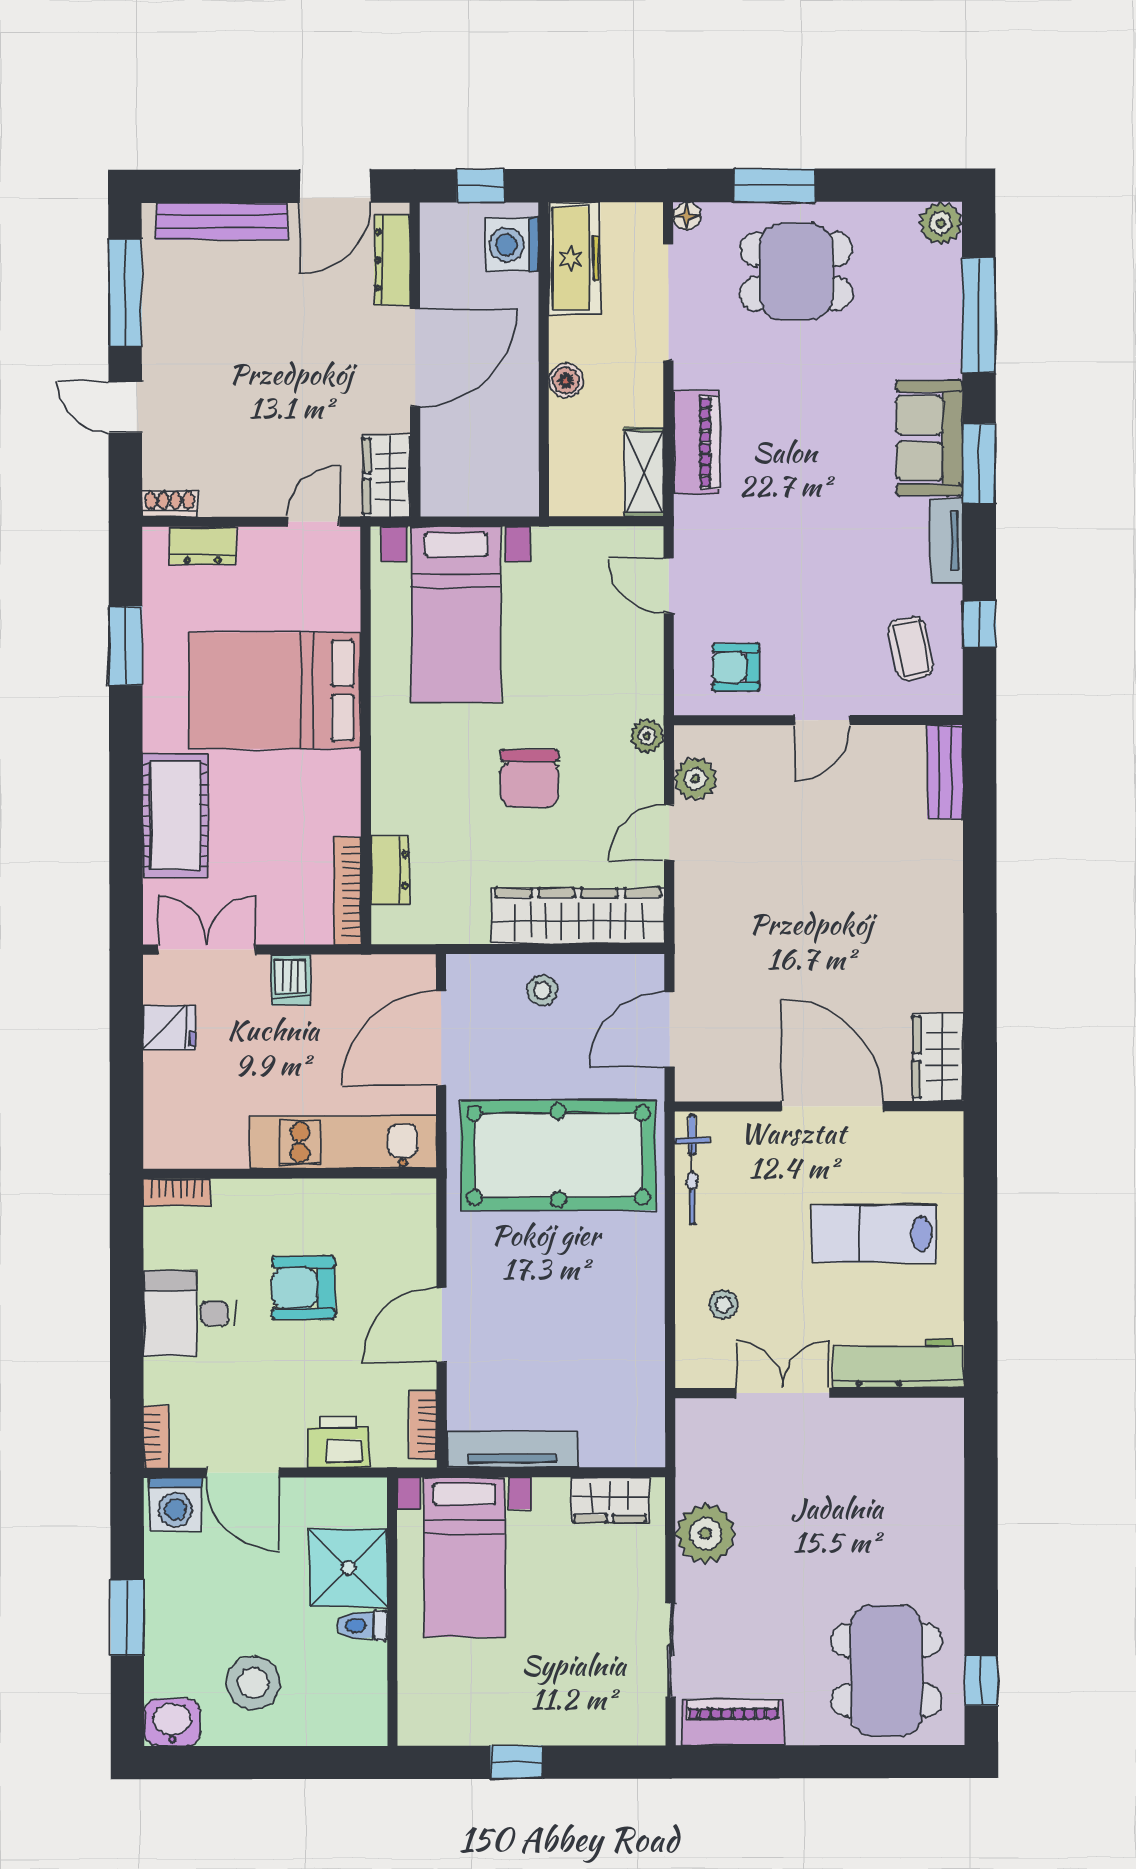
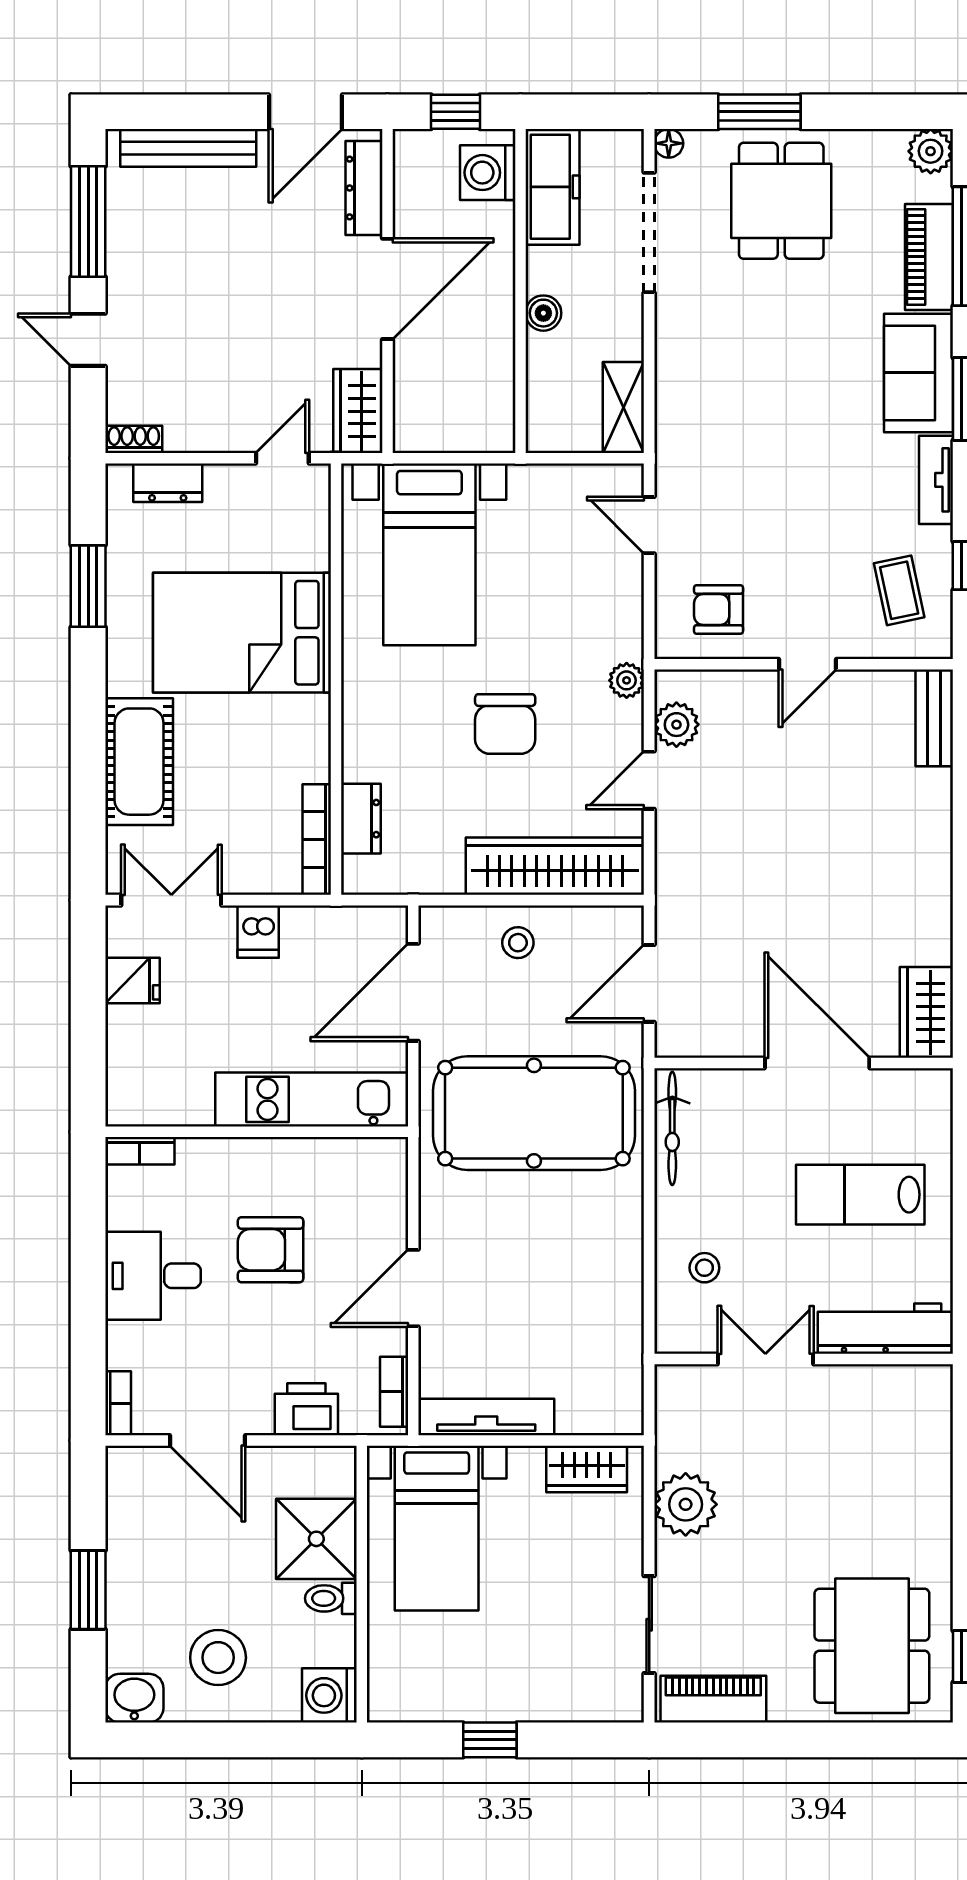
dining table: (796, 271) -> (781, 201), turned 90
piano: (696, 443) -> (929, 257), moved, turned 180
washing machine: (176, 1504) -> (329, 1695), moved, turned 90

